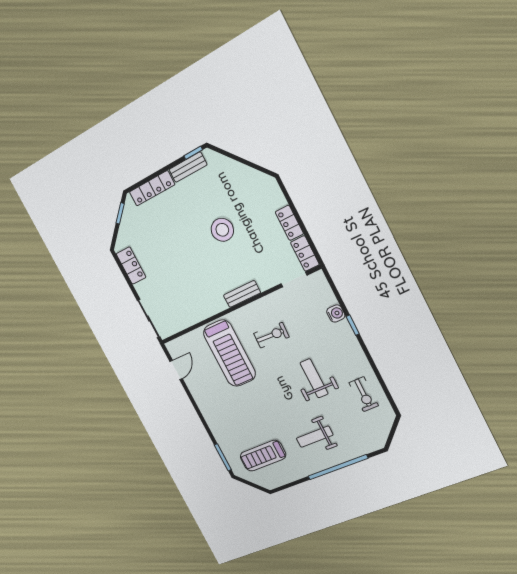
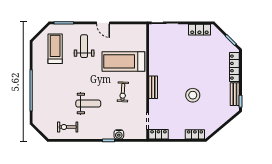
locker: (289, 223) -> (195, 134), moved
door: (176, 370) -> (103, 23), moved
weight bench: (315, 437) -> (84, 46), moved

